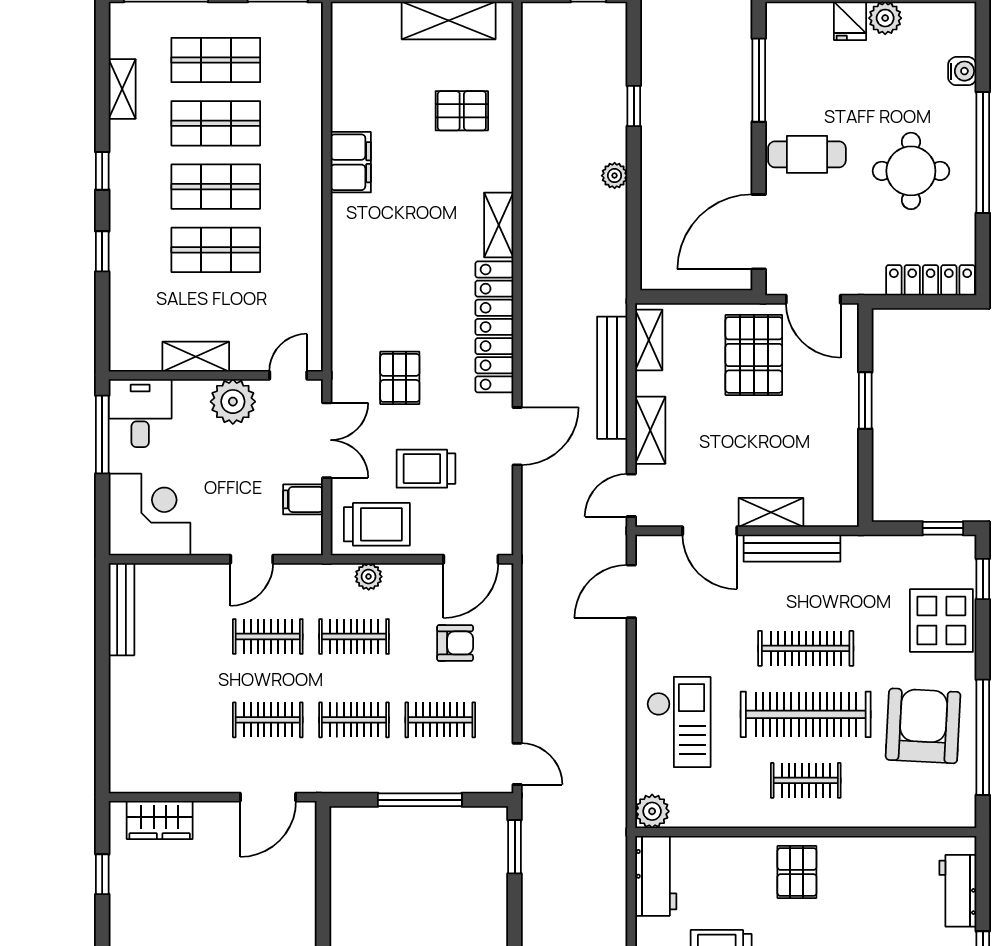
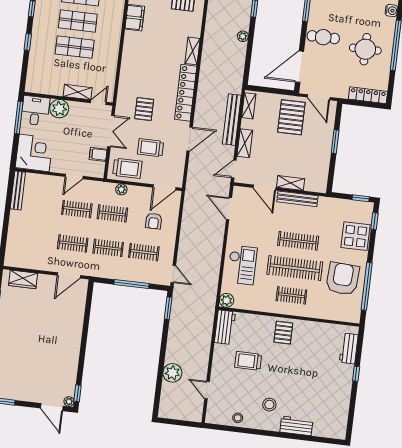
shelving: (196, 357) -> (78, 92), moved
plant: (233, 402) -> (59, 109), moved
door: (631, 591) -> (229, 209), hinge flipped
armchair: (455, 643) -> (154, 221), turned 90

